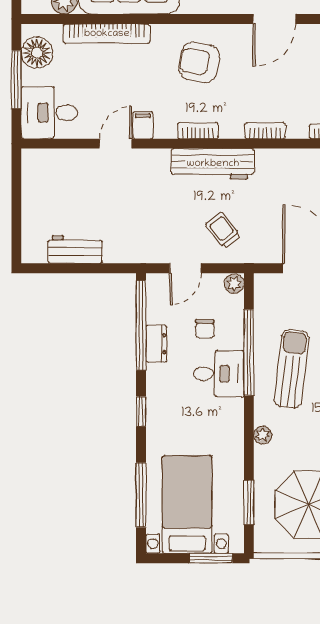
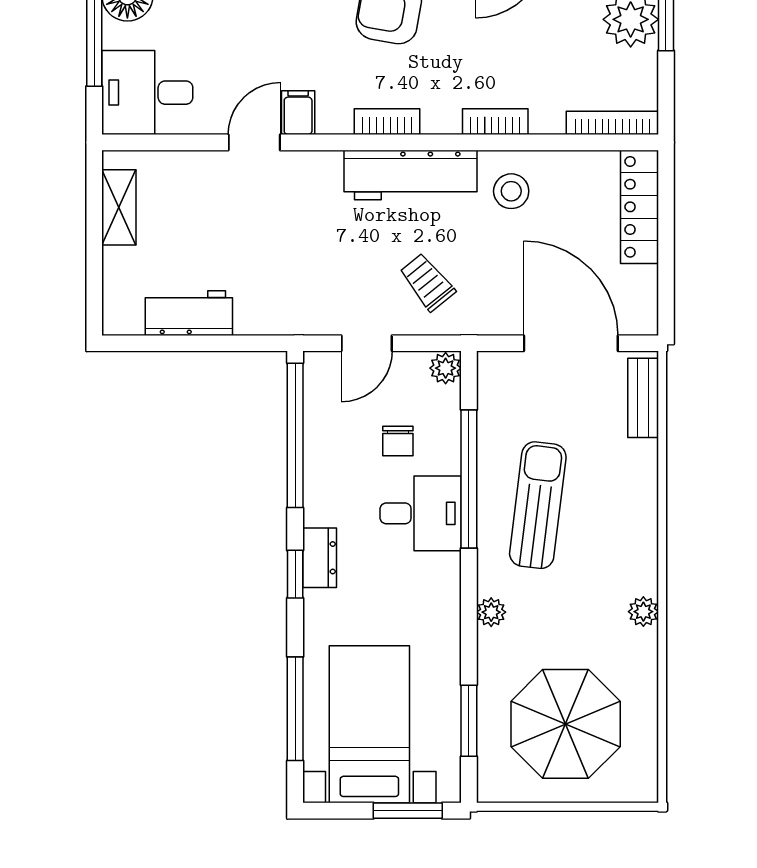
stool: (275, 174) -> (511, 191), added
shelving: (32, 184) -> (119, 207), added
dresser: (156, 344) -> (320, 558), moved

